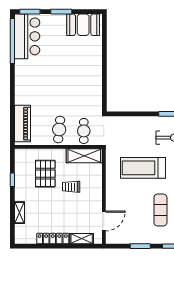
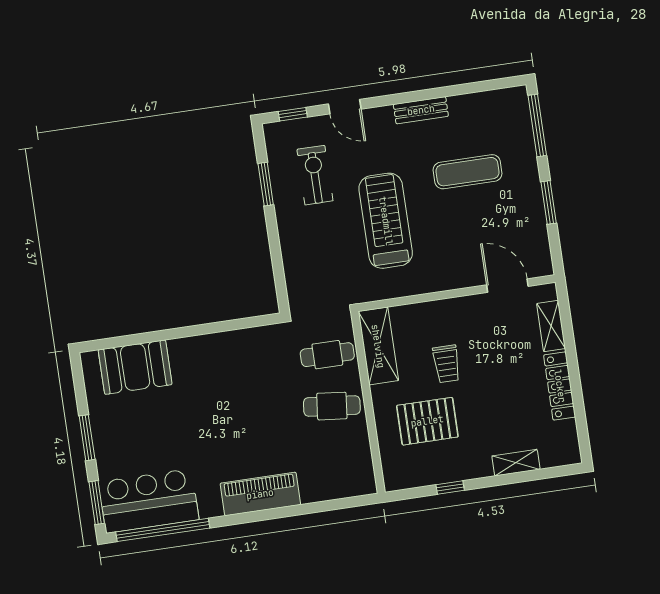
booth: (83, 25) -> (135, 367), moved, turned 90
piano: (23, 124) -> (260, 494), moved
treadmill: (143, 168) -> (386, 221), turned 180

